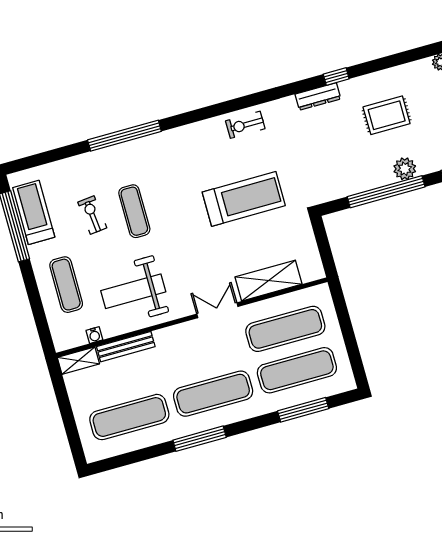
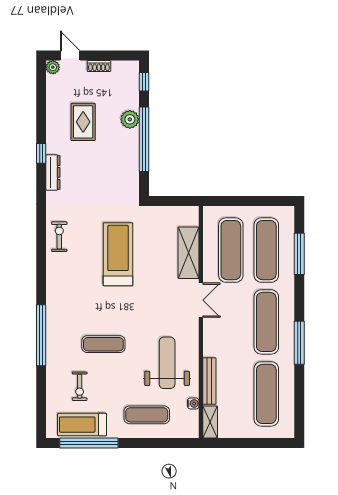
exercise bike: (245, 125) -> (59, 237), turned 180
exercise bike: (92, 215) -> (80, 386), moved, turned -84
weight bench: (133, 291) -> (167, 363), turned 180
double door: (217, 310) -> (201, 300), swing flipped

